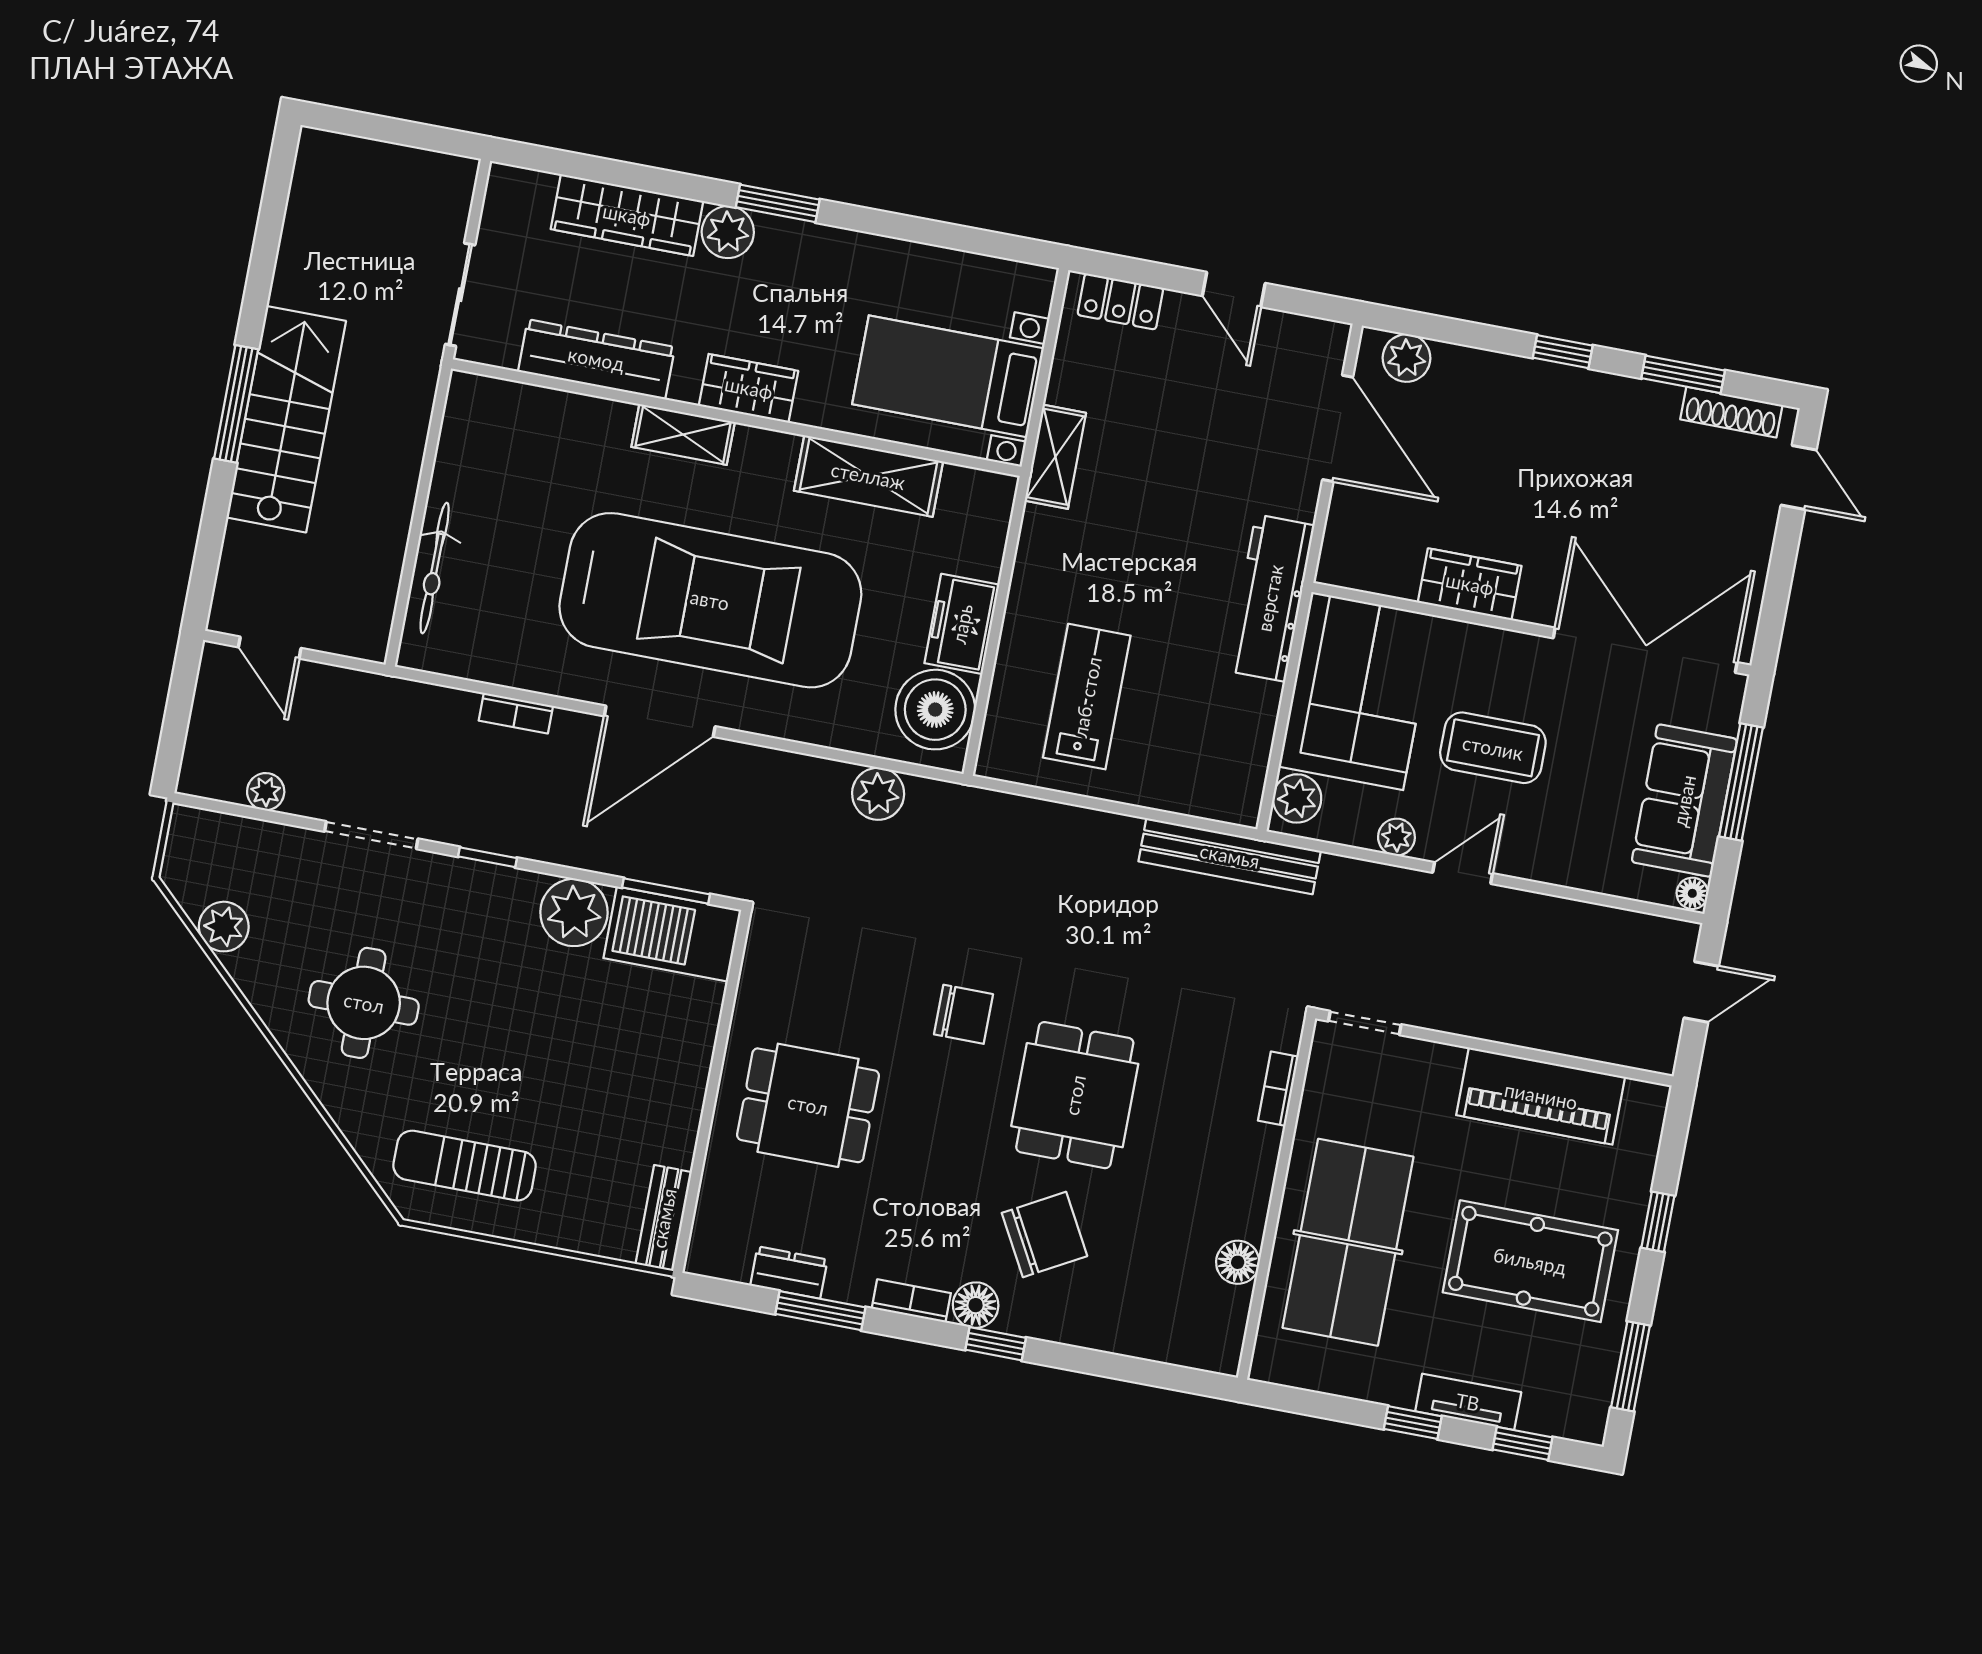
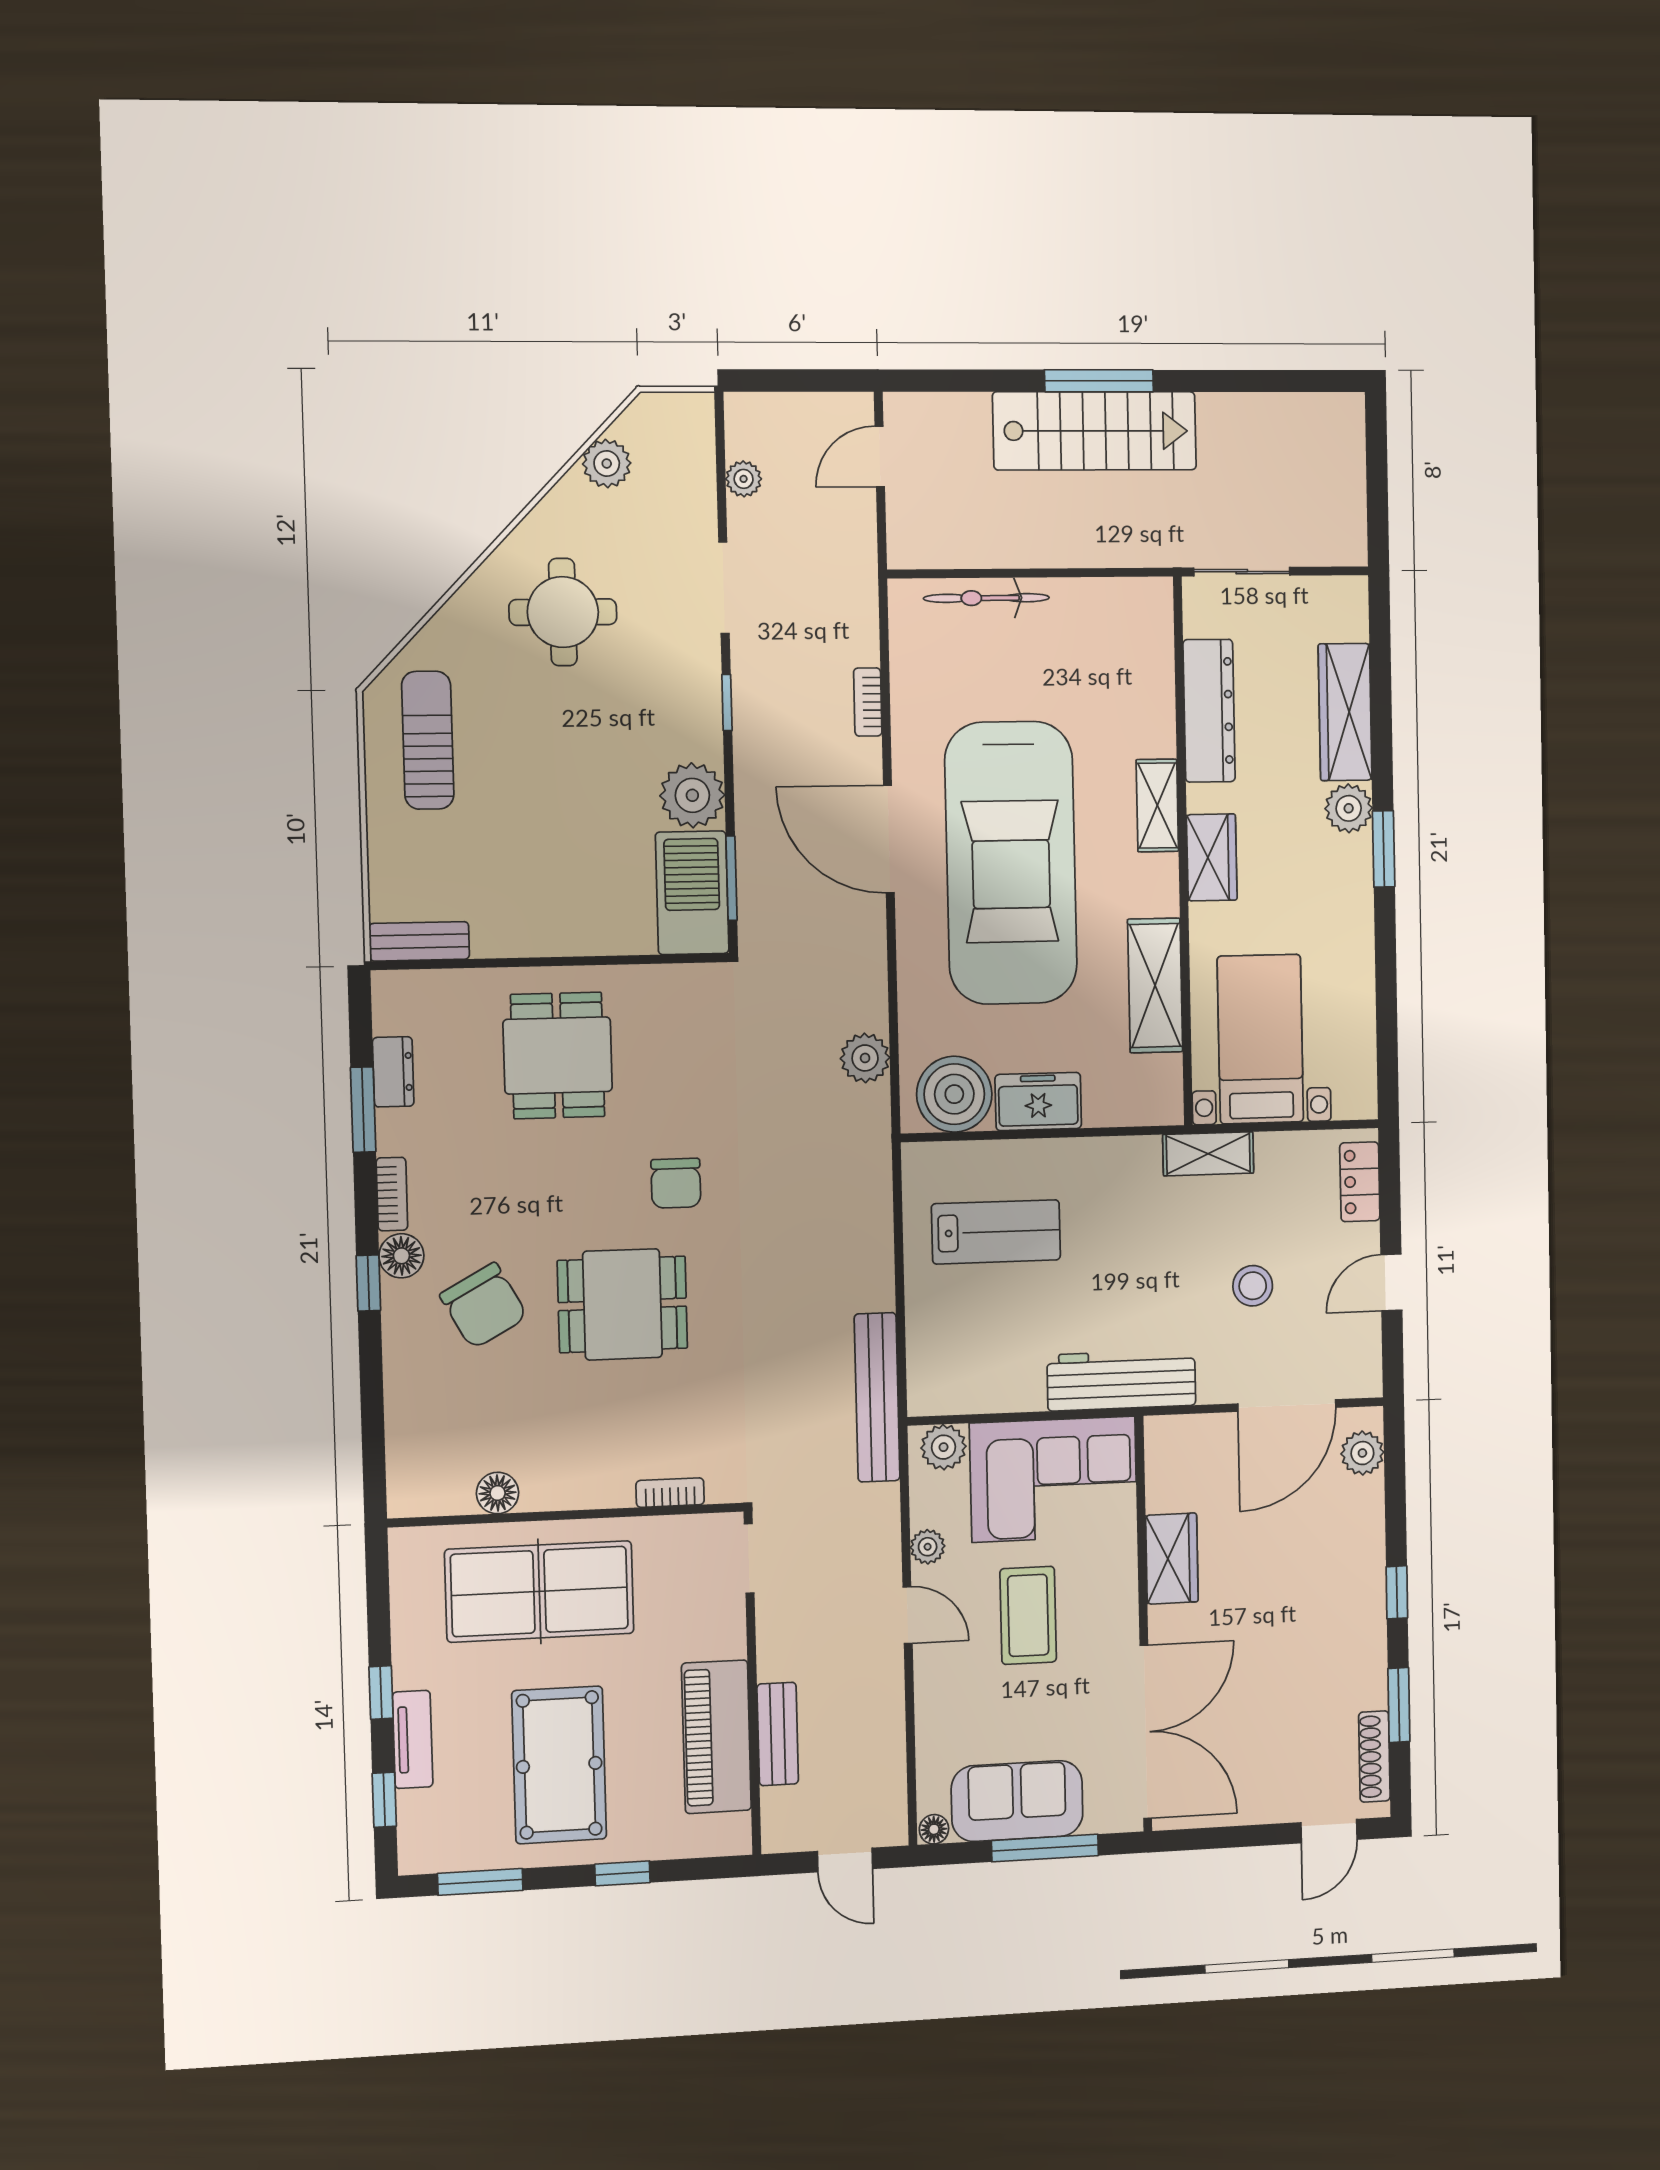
stool: (1204, 439) -> (1253, 1286), added
bench: (1553, 1033) -> (778, 1734), added

